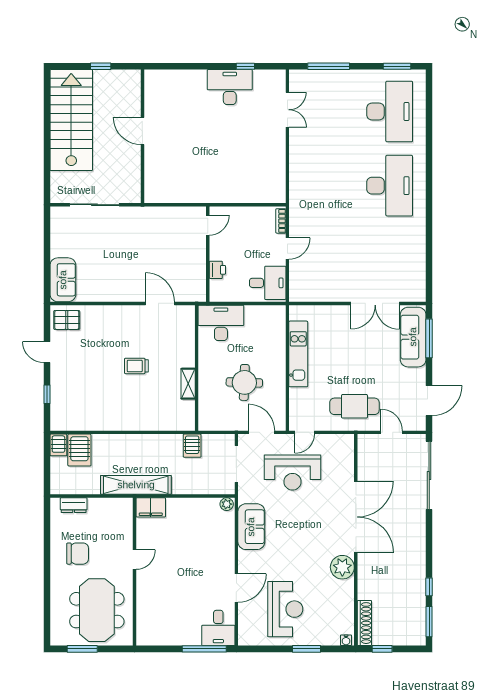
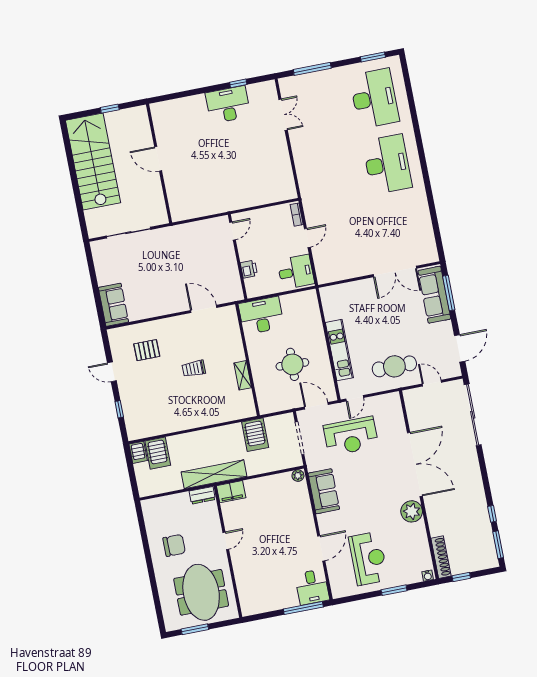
pallet: (67, 320) -> (147, 350), moved
kitchen unit: (298, 354) -> (339, 350), moved
server rack: (192, 446) -> (255, 435), width x1.36, depth x1.44
dresser: (74, 505) -> (202, 495), moved

